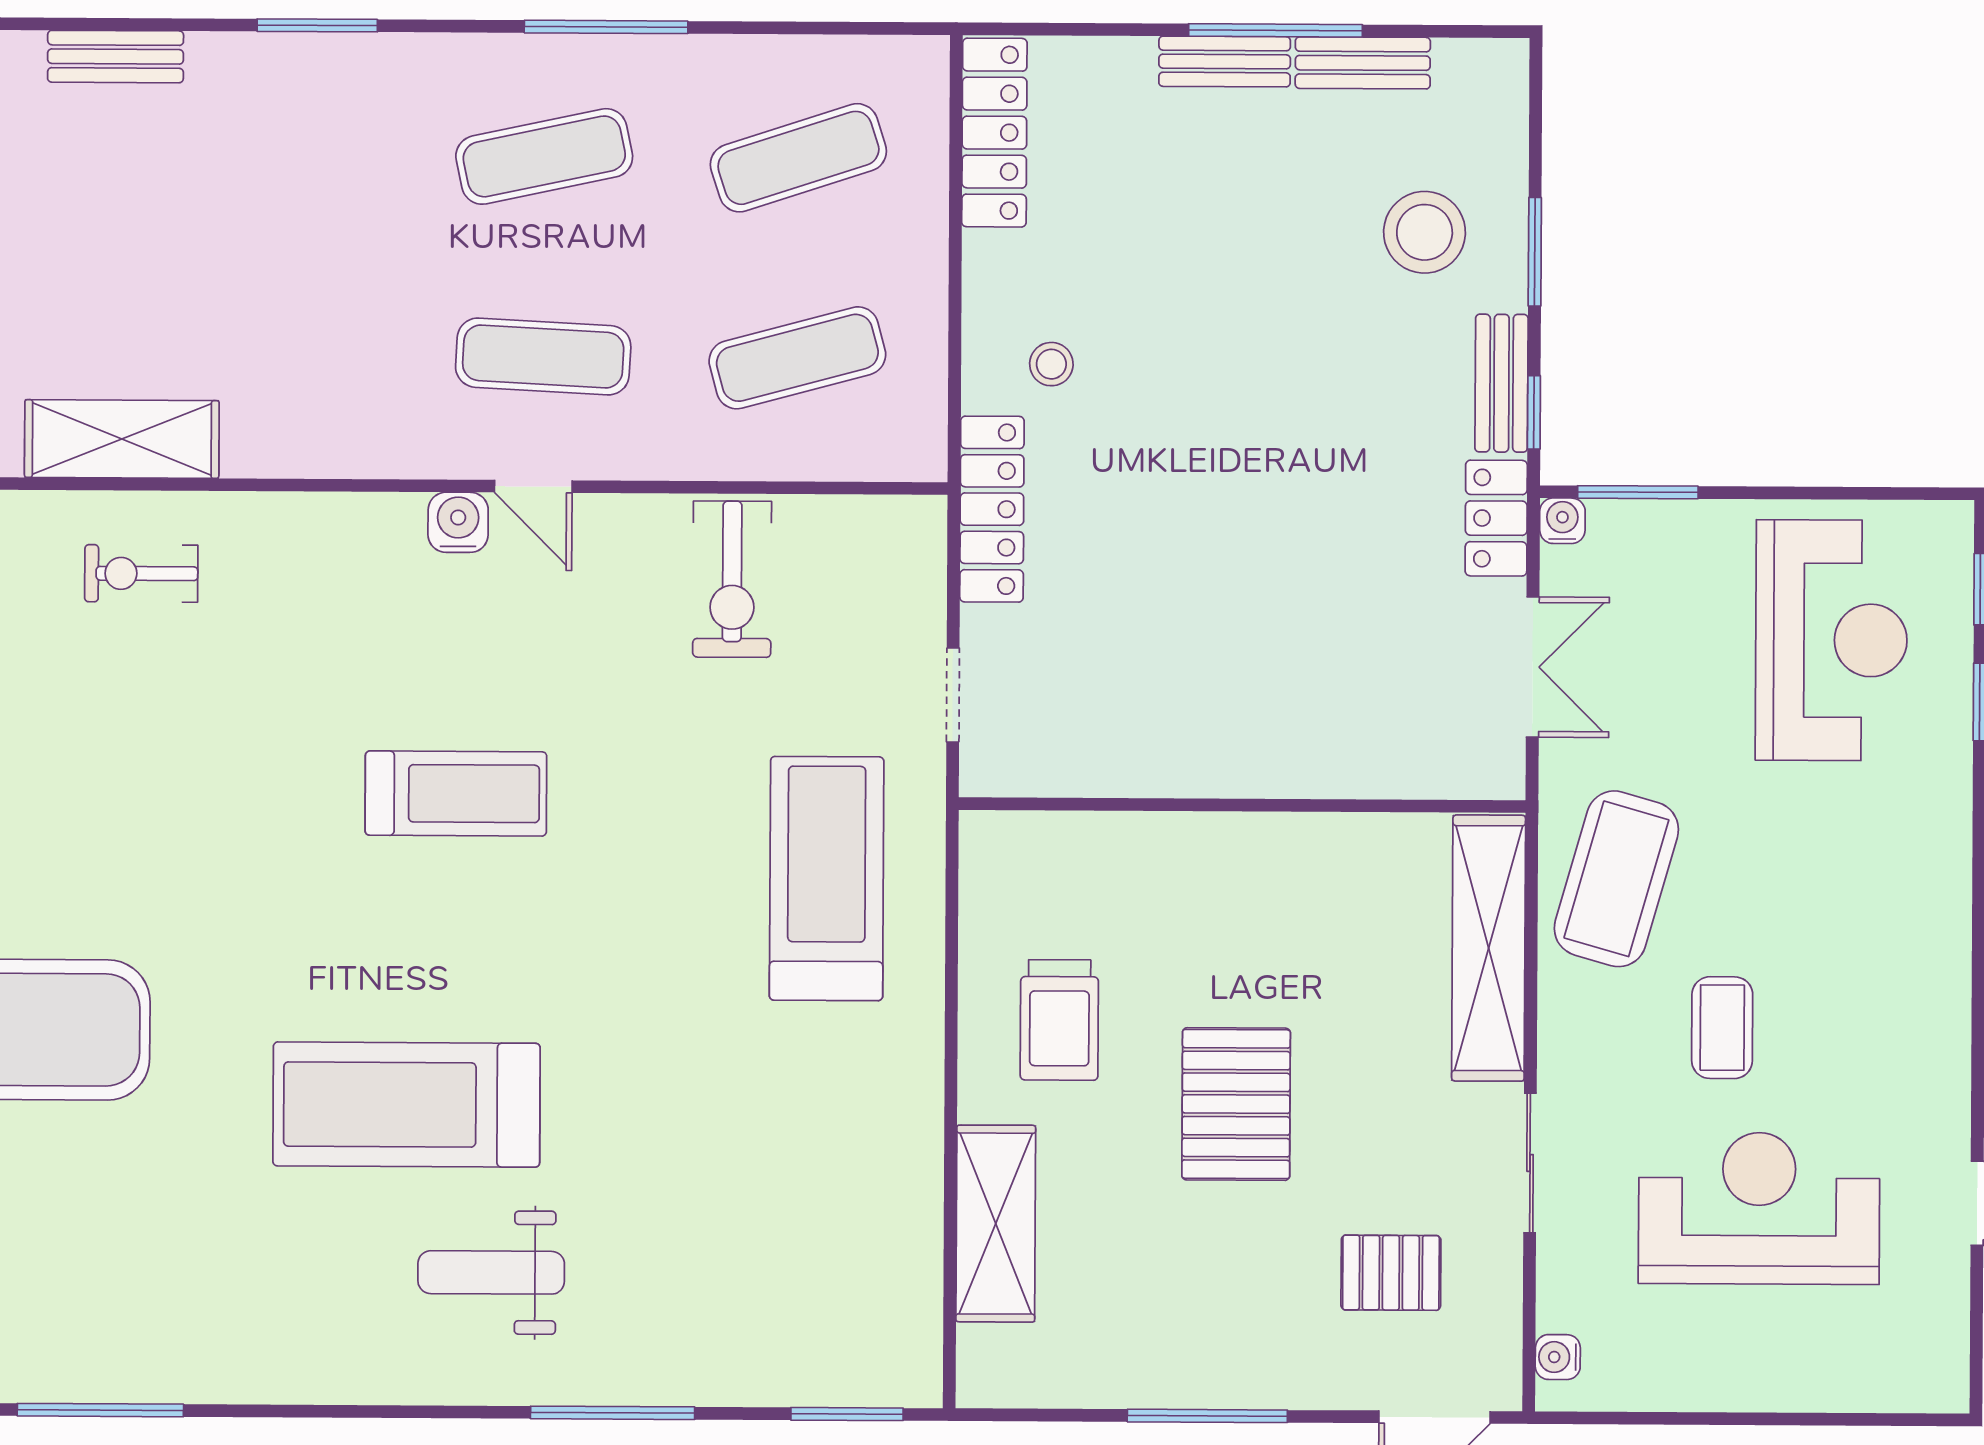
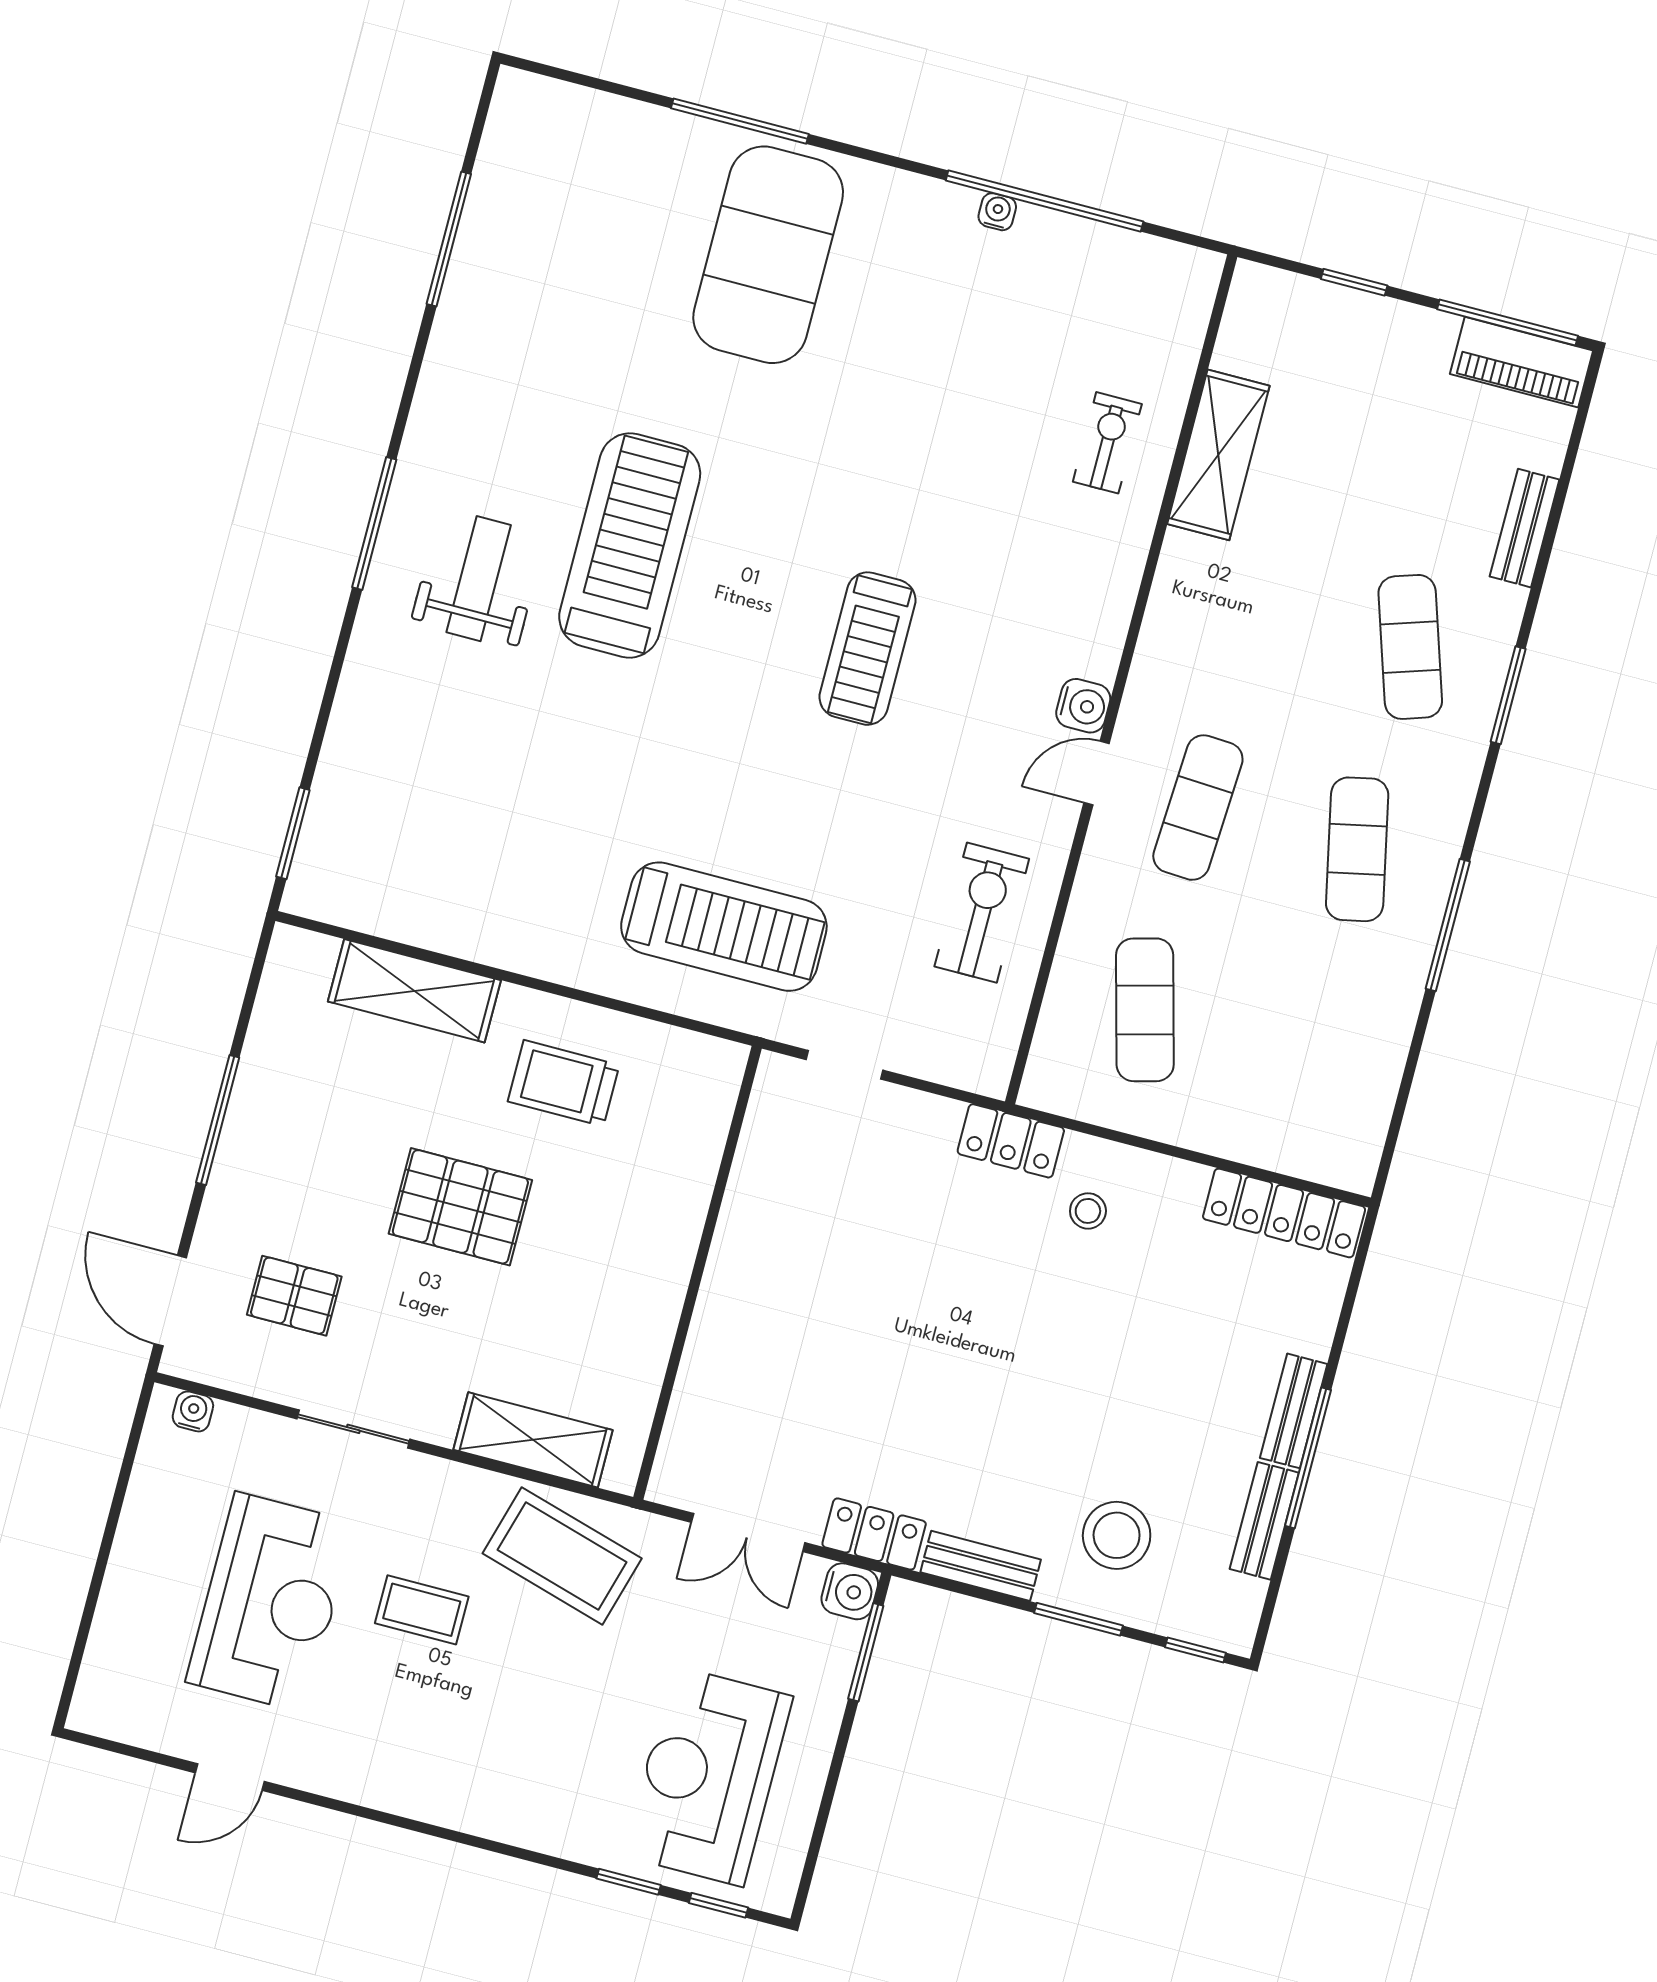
exercise mat: (798, 158) -> (1410, 647), moved
window: (1534, 412) -> (1195, 1650), moved
locker: (992, 509) -> (1011, 1141), width x0.66
water cooler: (1562, 521) -> (850, 1591), width x1.38, depth x1.38
exercise bike: (732, 579) -> (982, 913), turned 90
reception desk: (1831, 640) -> (708, 1776), turned 90
shelving: (1489, 948) -> (533, 1440), width x0.68
pallet: (1391, 1273) -> (294, 1296), turned 90
window: (613, 1413) -> (374, 523), moved

